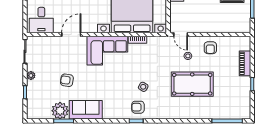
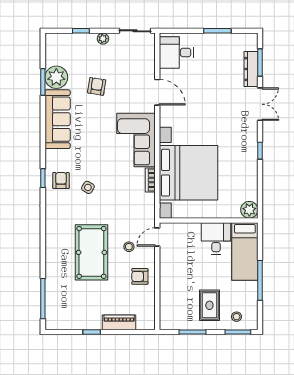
sofa: (86, 110) -> (58, 119), width x1.36

